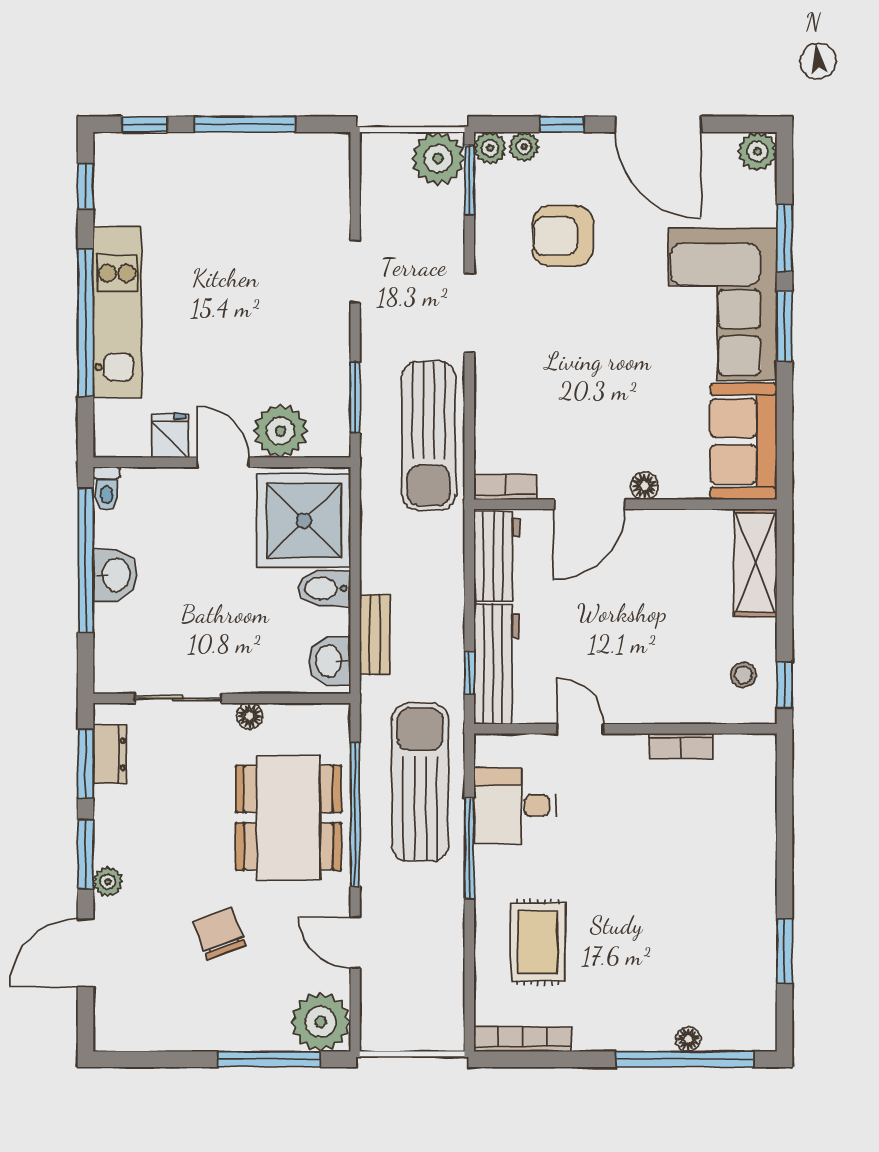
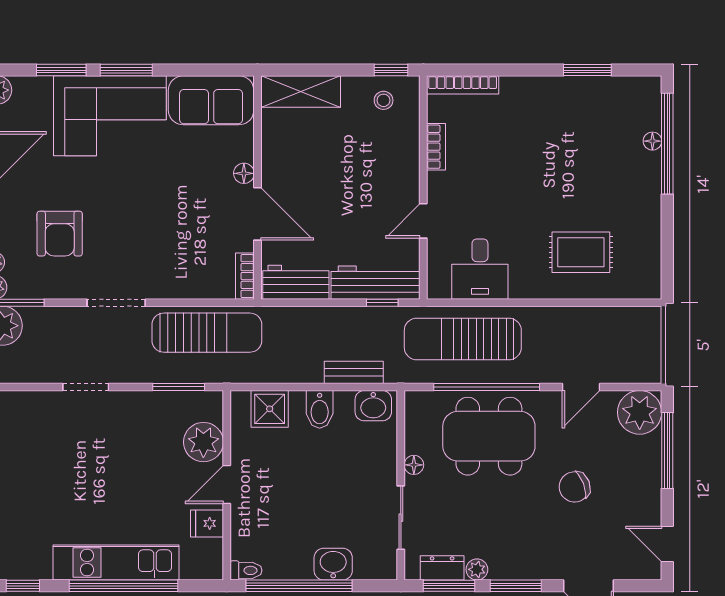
shower: (304, 521) -> (270, 409), width x0.54, depth x0.54
washbasin: (115, 575) -> (333, 564), moved
window: (469, 848) -> (511, 303), removed
plant: (108, 882) -> (477, 569), moved
bookcase: (523, 1039) -> (463, 85), moved, turned -90
door: (142, 1059) -> (667, 544), added

